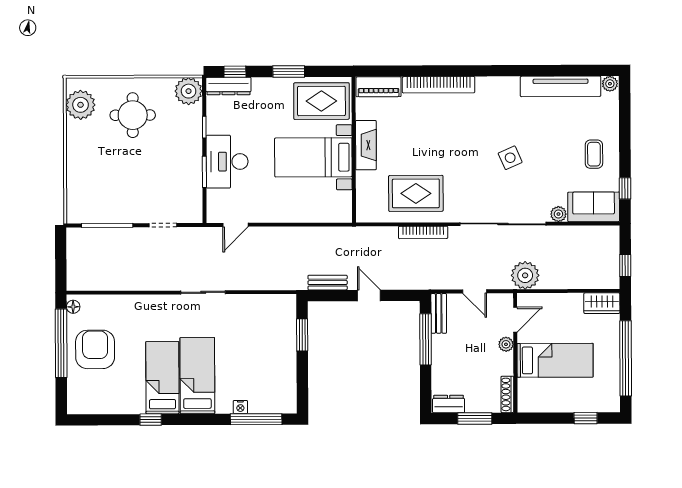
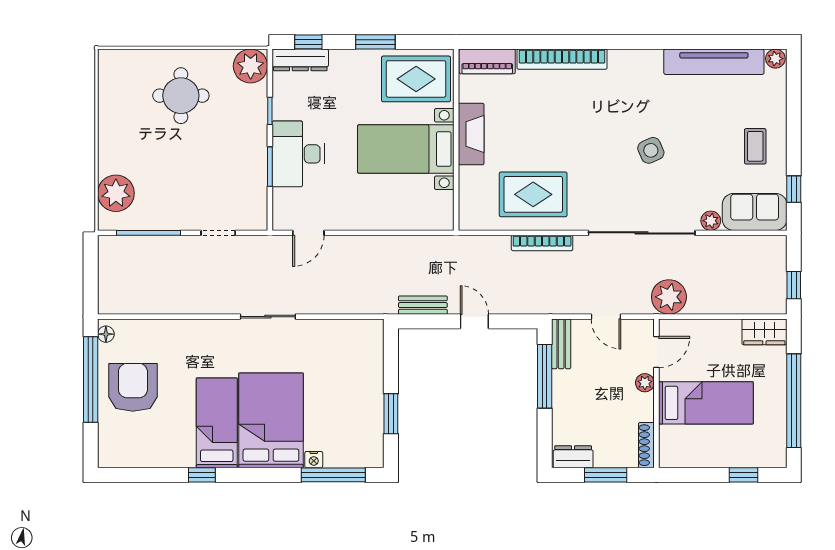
plant: (81, 105) -> (116, 193), moved
window: (302, 335) -> (391, 414), moved
bed: (197, 376) -> (271, 420), width x1.50

